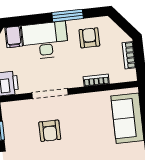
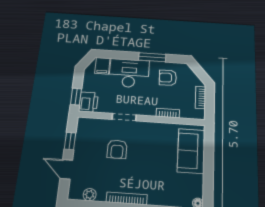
armchair: (89, 38) -> (168, 78), turned -92
doorway: (50, 94) -> (124, 117), width x0.73

